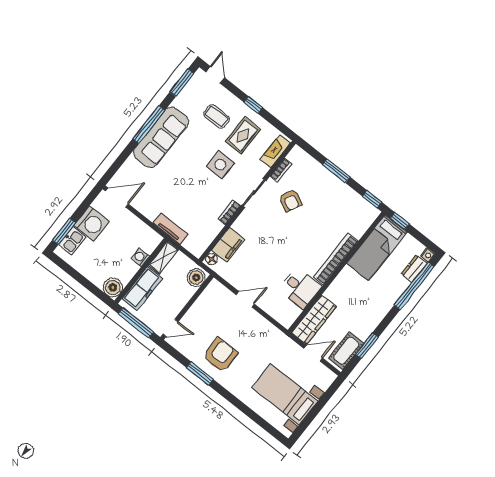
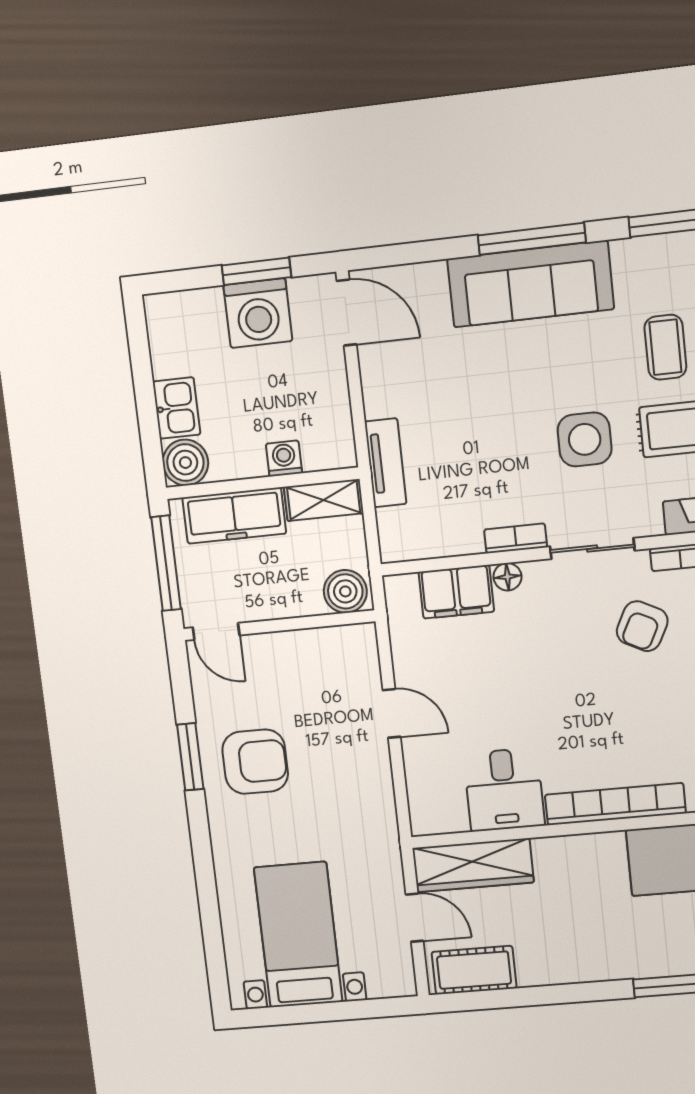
window: (64, 231) -> (256, 271), moved
kitchen sink: (72, 241) -> (177, 408), moved, turned -90
floor lamp: (212, 259) -> (507, 577), moved
window: (367, 346) -> (517, 997), removed

